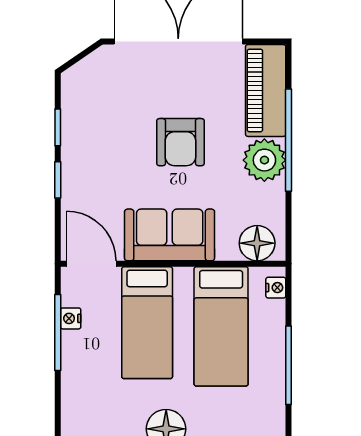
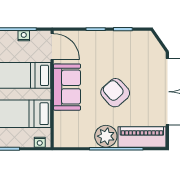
armchair: (180, 142) -> (115, 93), turned 48
floor lamp: (257, 243) -> (63, 132), removed
door: (91, 264) -> (52, 46), hinge flipped

